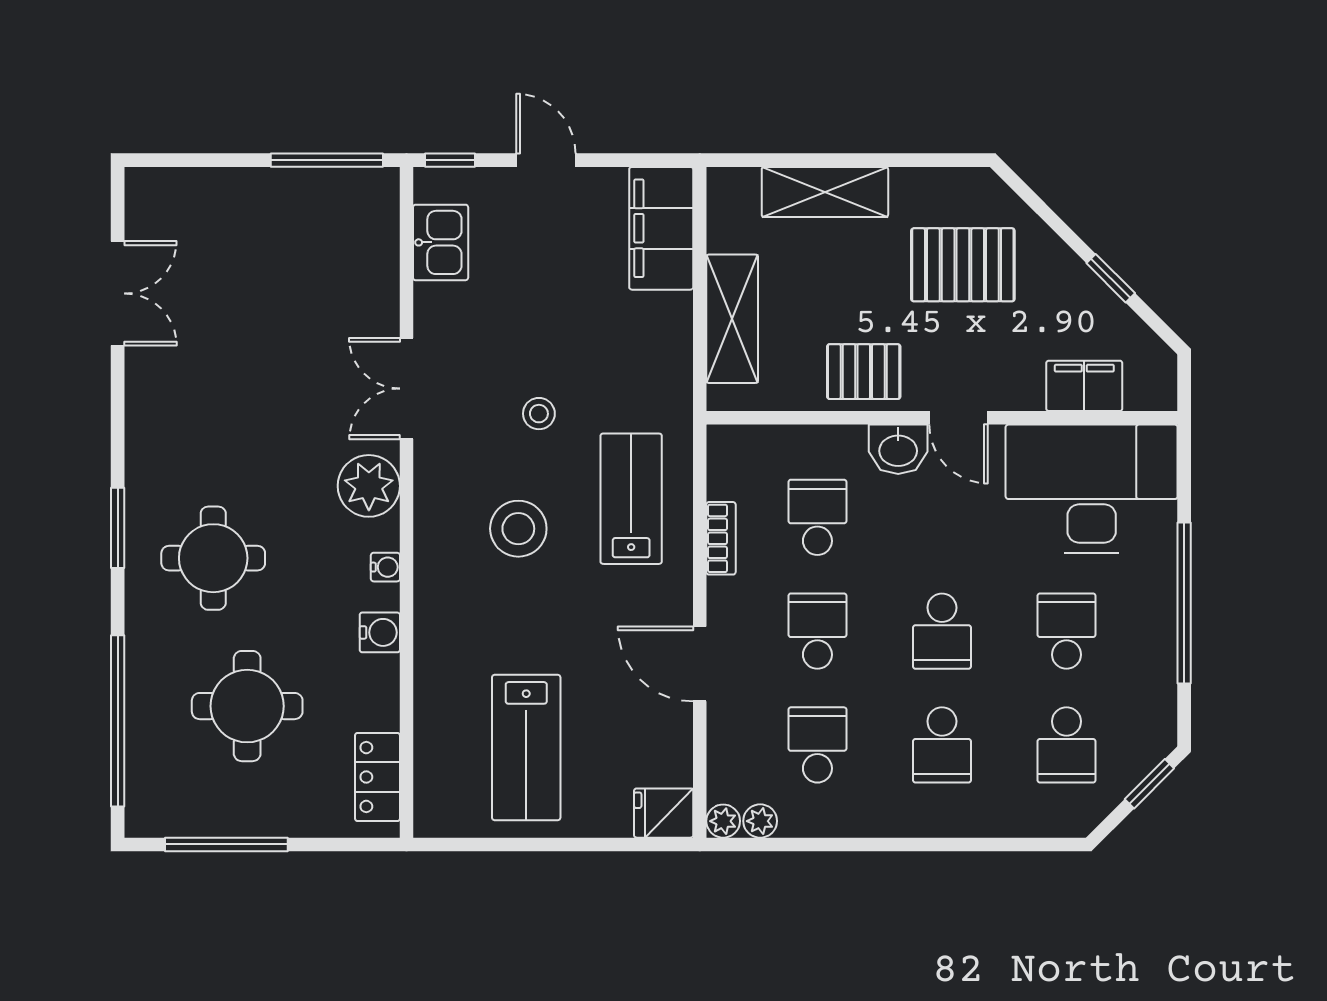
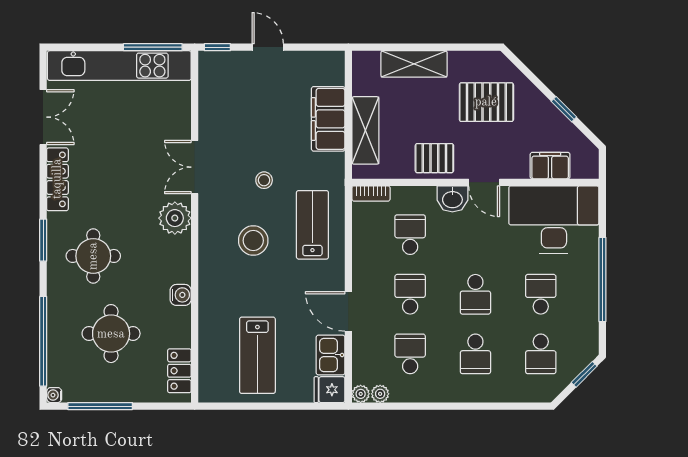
kitchen unit: (263, 195) -> (119, 66), added
filing cabinet: (661, 228) -> (328, 119), moved
kitchen sink: (441, 242) -> (331, 355), moved, turned 180
locker: (145, 412) -> (57, 179), added
bookcase: (721, 538) -> (371, 194), moved, turned 90
water cooler: (385, 567) -> (54, 395), moved, turned 180

